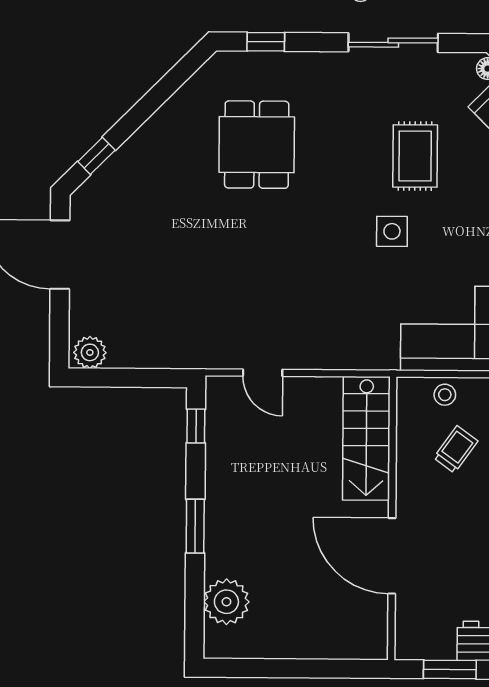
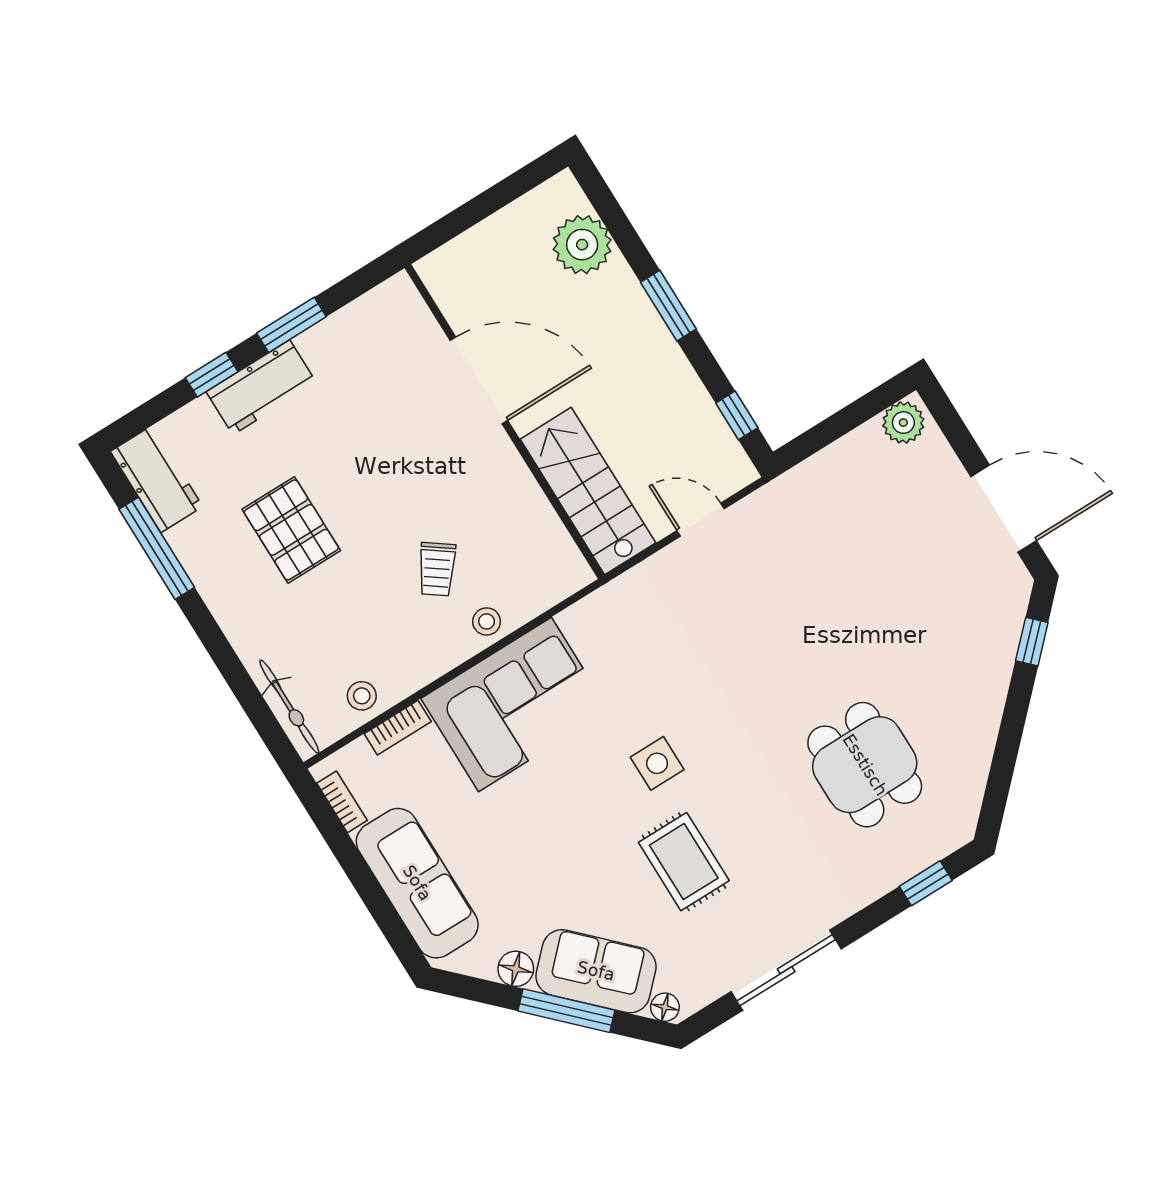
stairs: (366, 438) -> (588, 491), moved
wall: (392, 518) -> (505, 421), moved
door: (392, 556) -> (479, 380), moved

